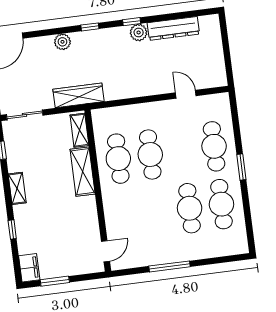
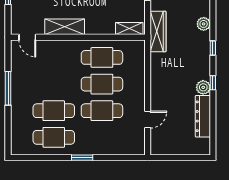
cafe table: (214, 146) -> (102, 111), moved
shelving: (83, 172) -> (65, 27), moved

